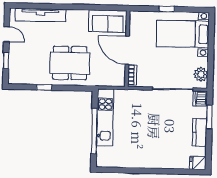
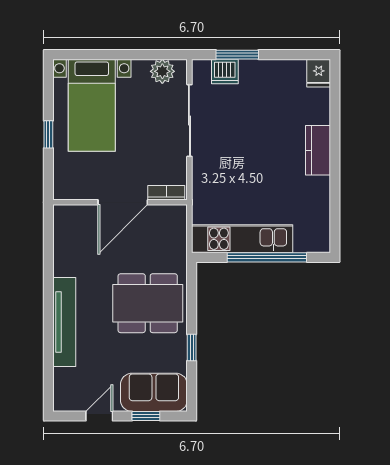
tv unit: (40, 15) -> (64, 322), moved
sofa: (108, 21) -> (154, 392), moved, turned -90
dining table: (70, 63) -> (148, 303), turned 90
dishwasher: (200, 98) -> (225, 71), moved
kitchen counter: (200, 132) -> (318, 150), moved, turned 90

